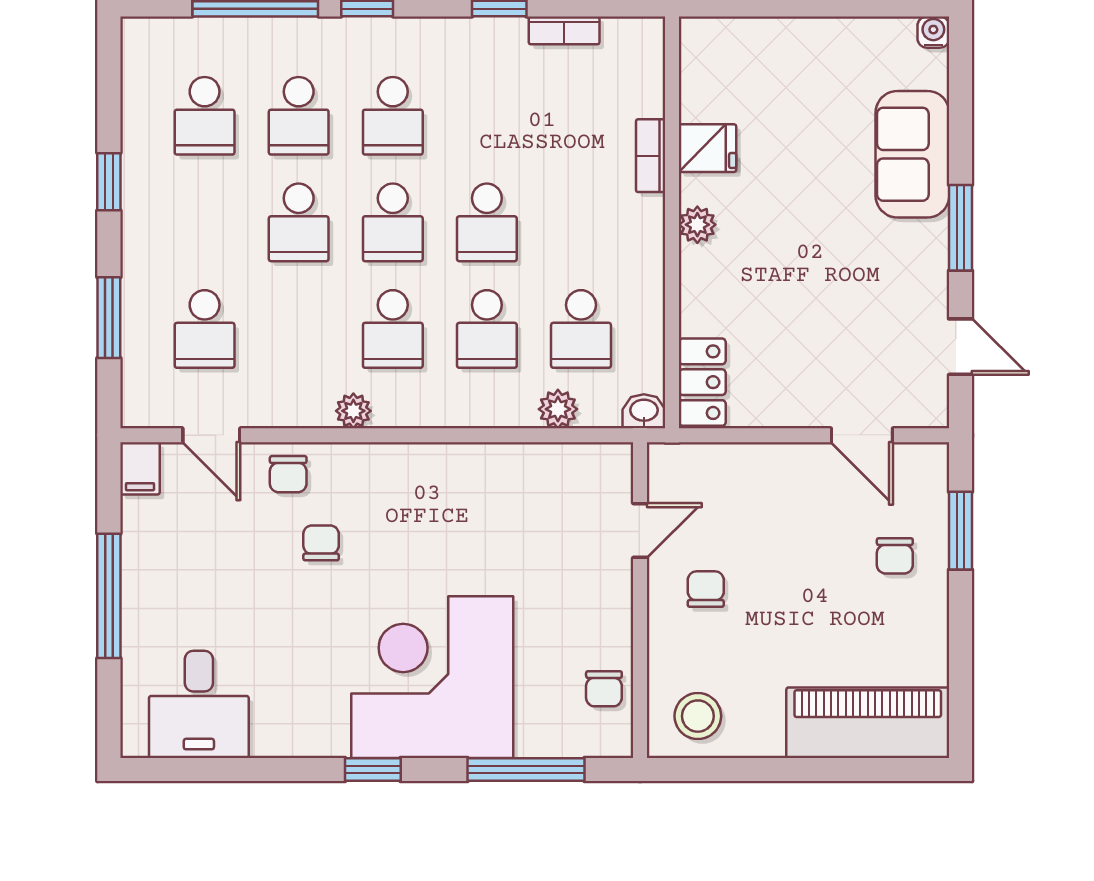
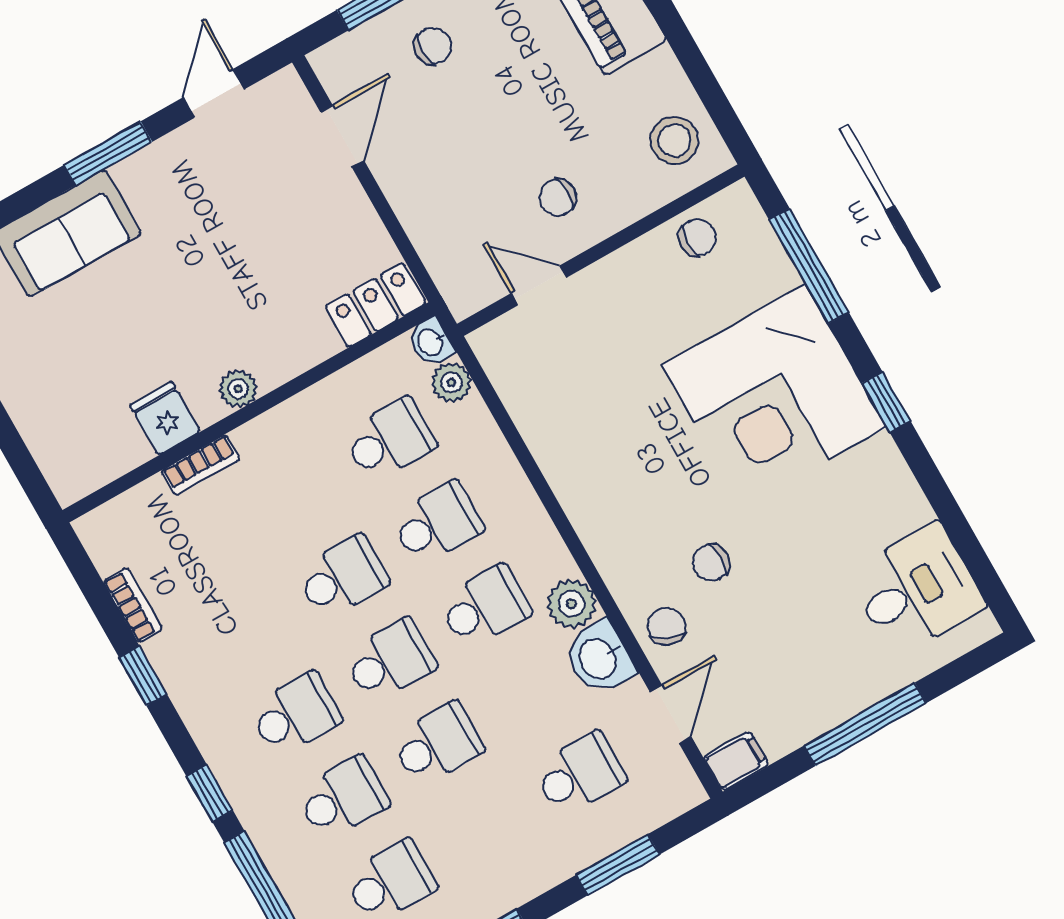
washbasin: (294, 402) -> (599, 658), added
plant: (558, 409) -> (451, 382), moved
plant: (353, 411) -> (571, 604), width x1.38, depth x1.38
chair: (288, 474) -> (666, 626), turned -65

